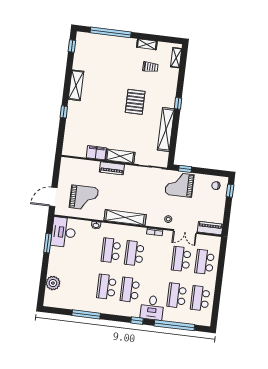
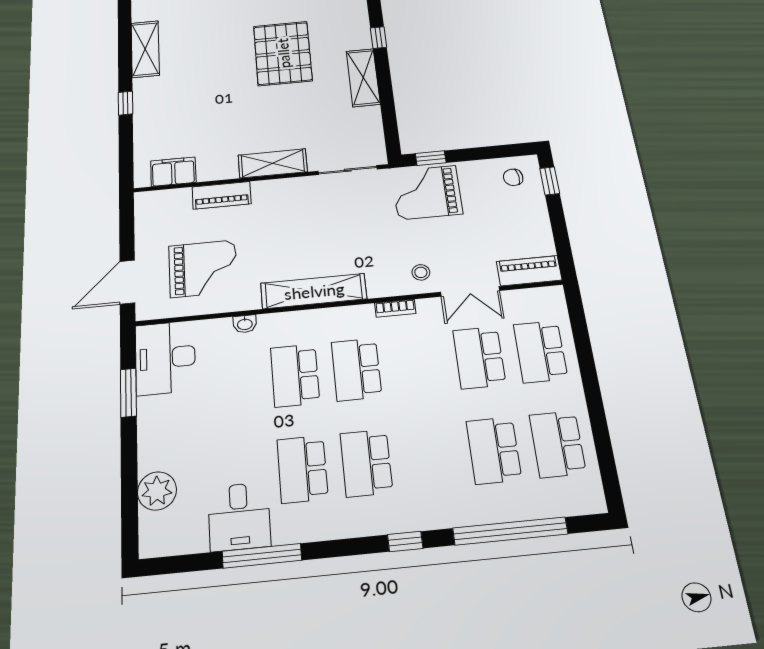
pallet: (135, 102) -> (283, 53), width x1.37, depth x1.41
shelving: (166, 129) -> (363, 78), width x0.68
filing cabinet: (96, 153) -> (173, 172), moved
piano: (112, 168) -> (222, 195), moved
desk: (152, 308) -> (239, 517), moved

